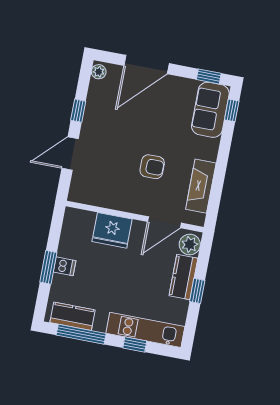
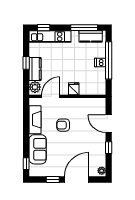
window: (209, 76) -> (53, 180), moved
sofa: (210, 110) -> (38, 149), moved
door: (70, 154) -> (109, 124), swing flipped
fridge: (112, 230) -> (74, 89), width x0.53, depth x0.75
window: (48, 267) -> (109, 60), width x2.11
window: (135, 344) -> (44, 28), moved

